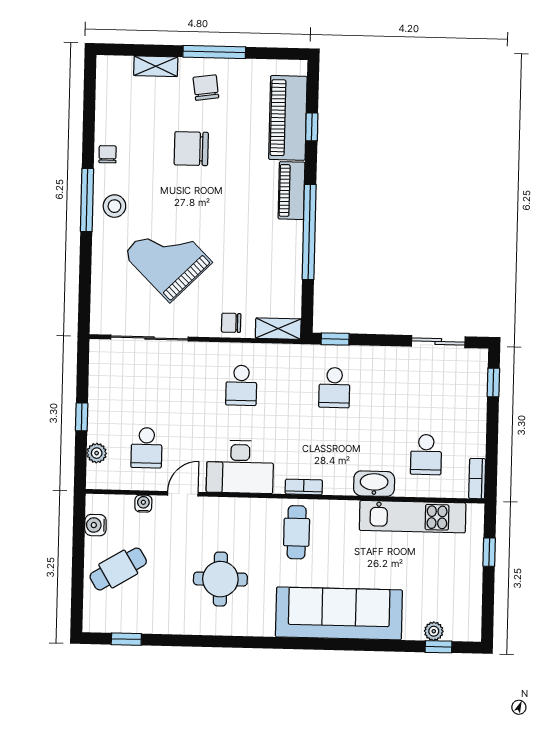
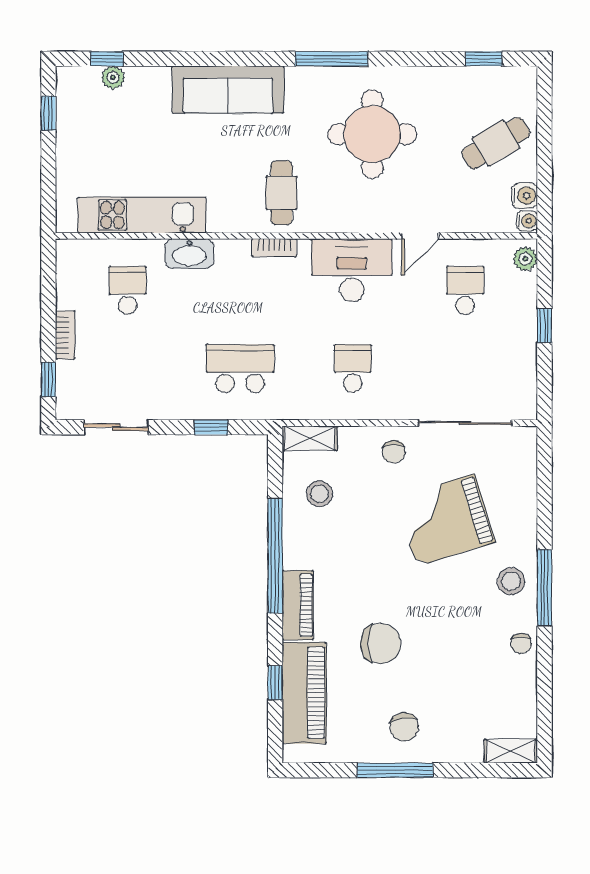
shelving: (156, 66) -> (511, 751), moved
chair: (191, 149) -> (381, 644), moved
grand piano: (168, 258) -> (445, 520), turned 118
stool: (271, 282) -> (319, 494), added
chair: (231, 323) -> (394, 452), moved, turned 90
window: (335, 339) -> (211, 427), moved
school desk: (334, 388) -> (240, 368), width x1.85
plant: (97, 453) -> (525, 259), moved
bookcase: (477, 479) -> (65, 335), moved
water cooler: (143, 504) -> (527, 221), moved, turned -90
window: (489, 552) -> (48, 113), moved
round table: (220, 579) -> (372, 134), width x1.36, depth x1.36
sofa: (339, 613) -> (228, 90), width x0.74, depth x0.79
window: (252, 642) -> (332, 59), added

